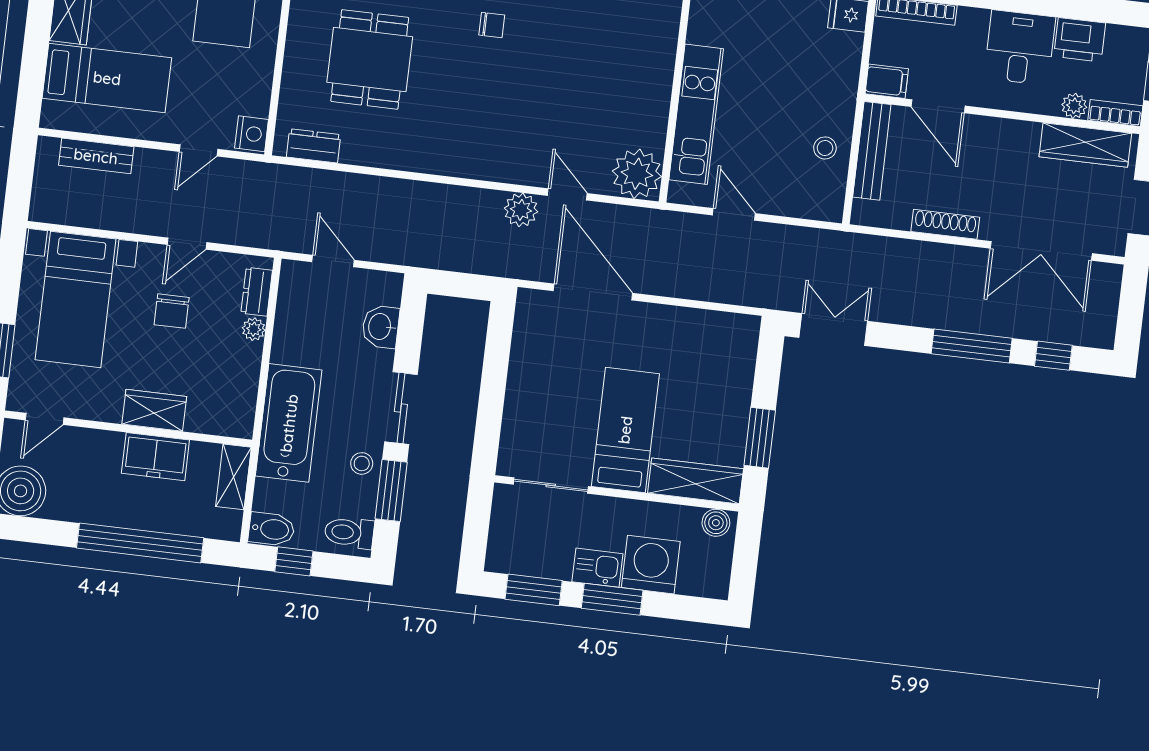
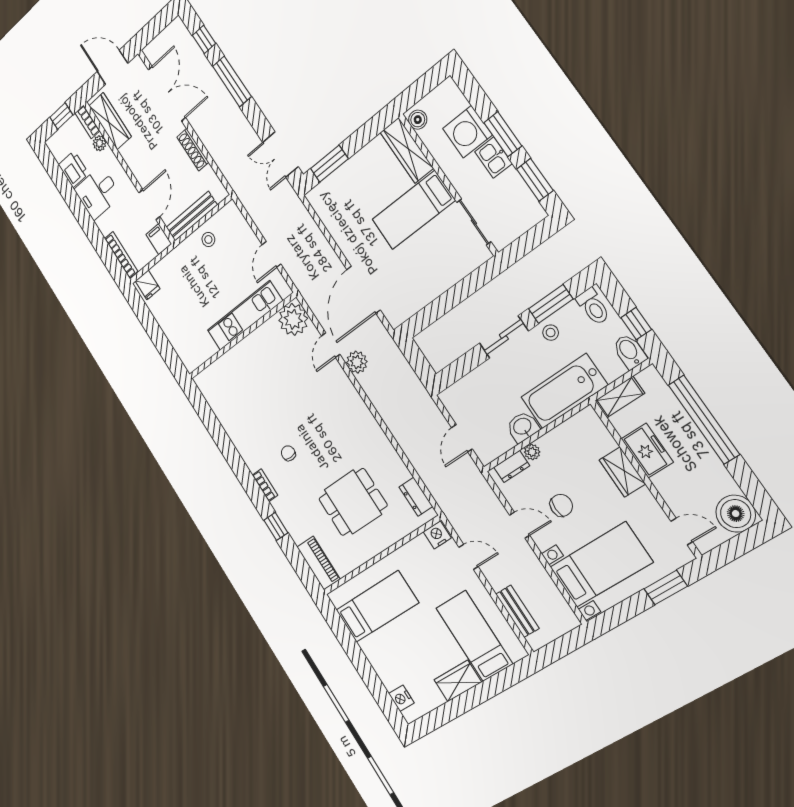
washbasin: (381, 327) -> (523, 427), moved, turned 180
window: (760, 438) -> (329, 164), moved

